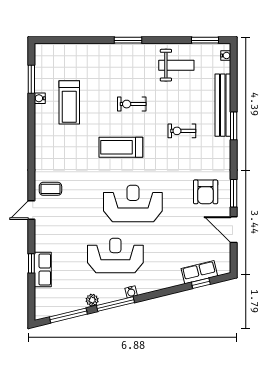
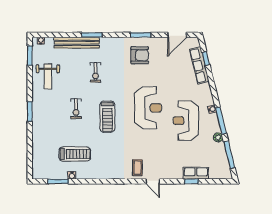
weight bench: (176, 65) -> (48, 76), turned 180
reception desk: (133, 204) -> (148, 108), turned 180
door: (234, 230) -> (177, 35), moved
row of seats: (199, 272) -> (199, 65), width x1.48

